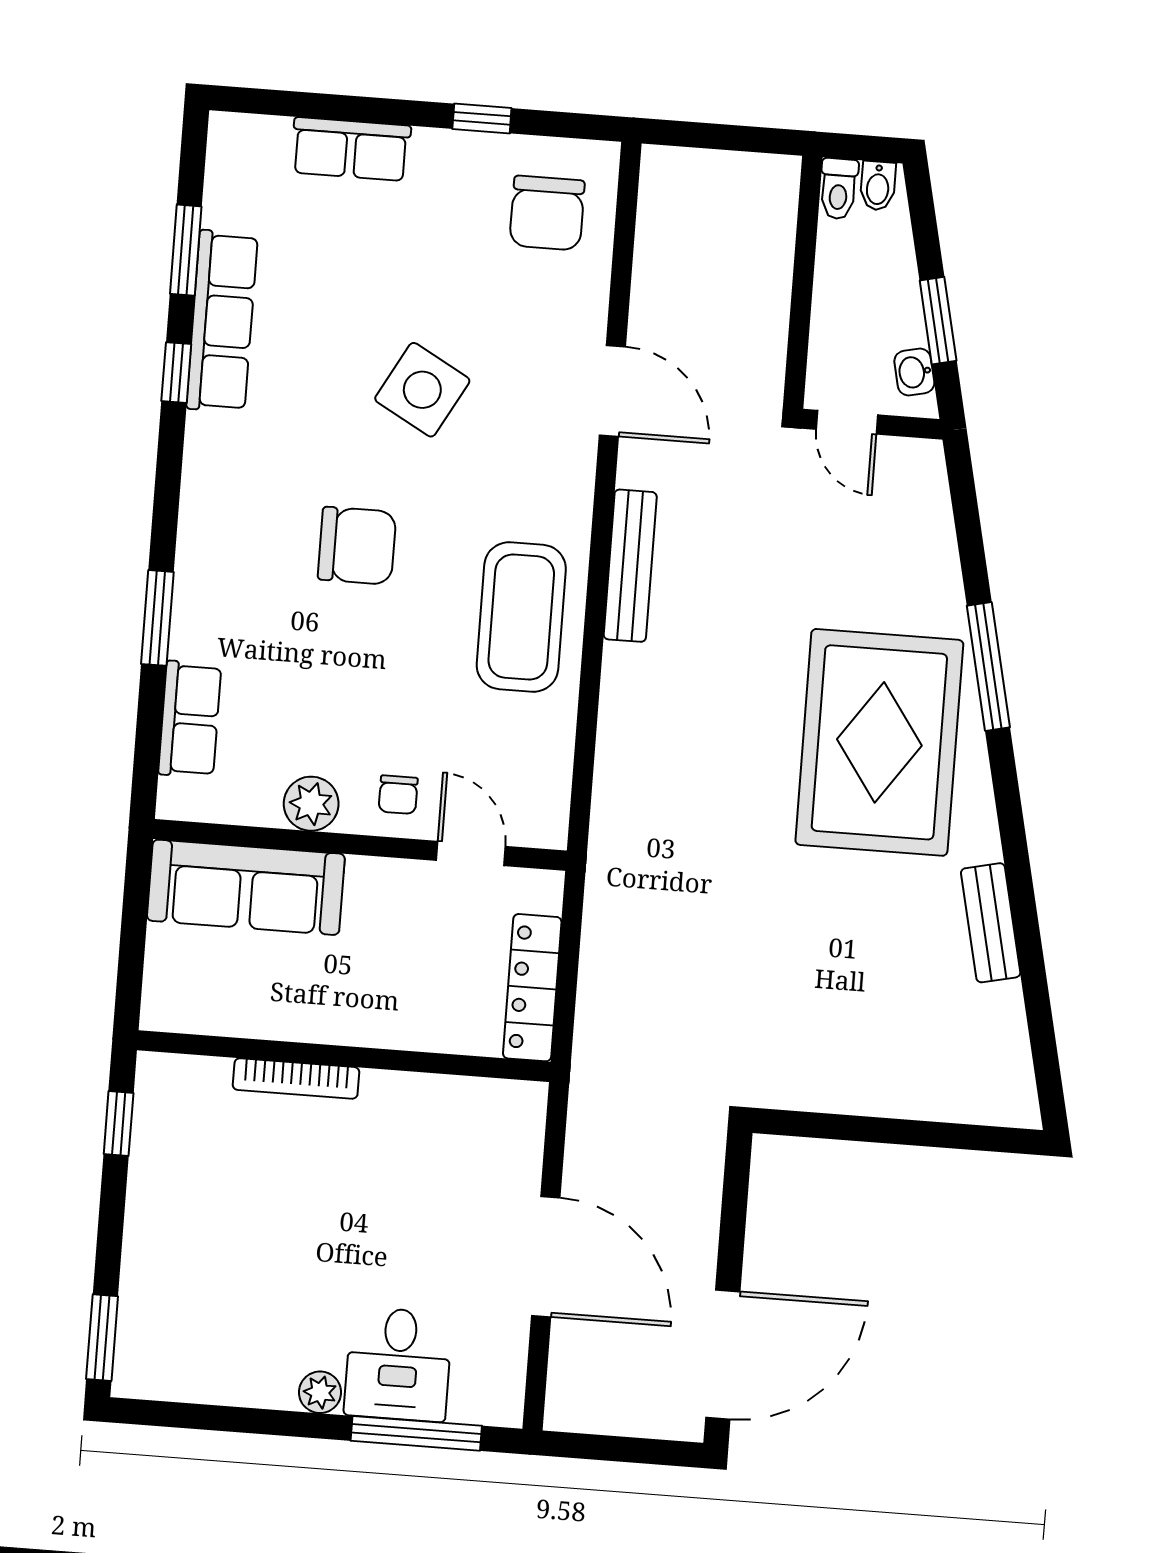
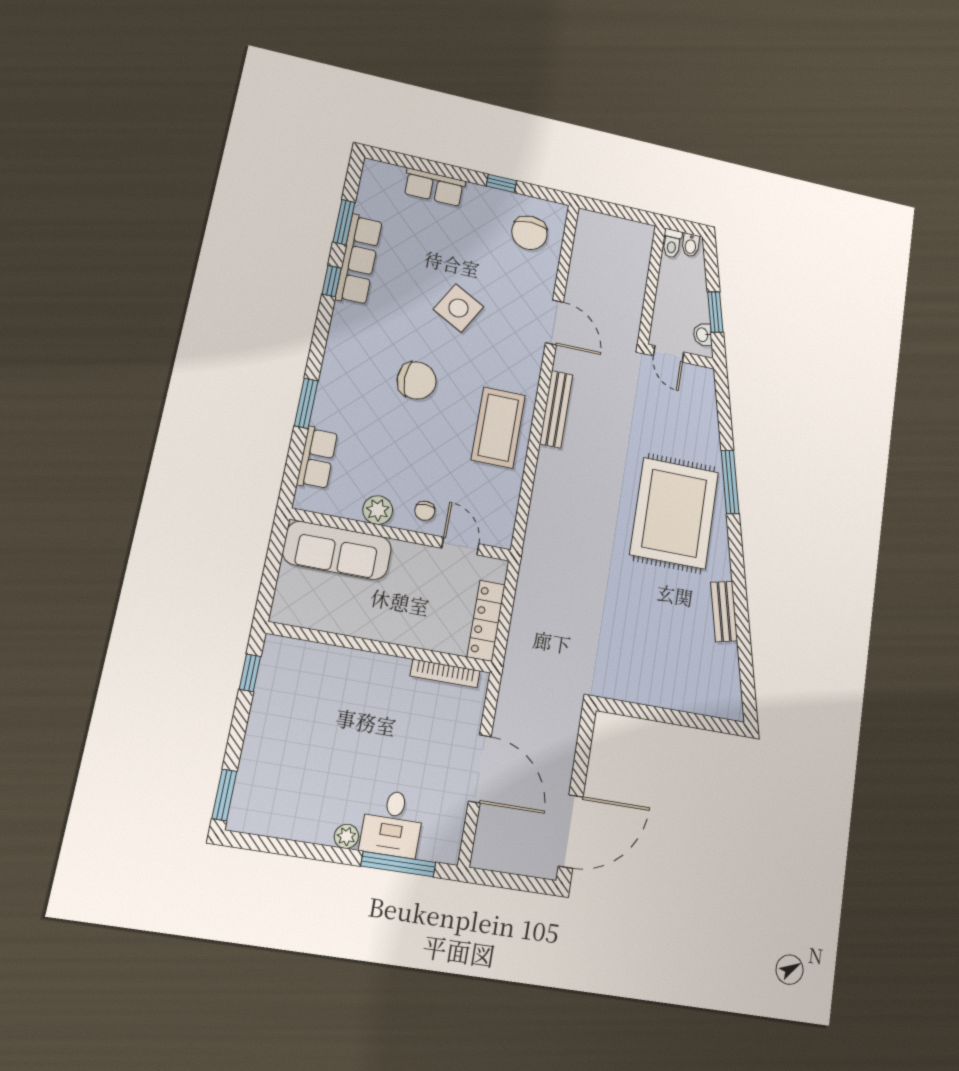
bookcase: (296, 1079) -> (445, 673), moved

